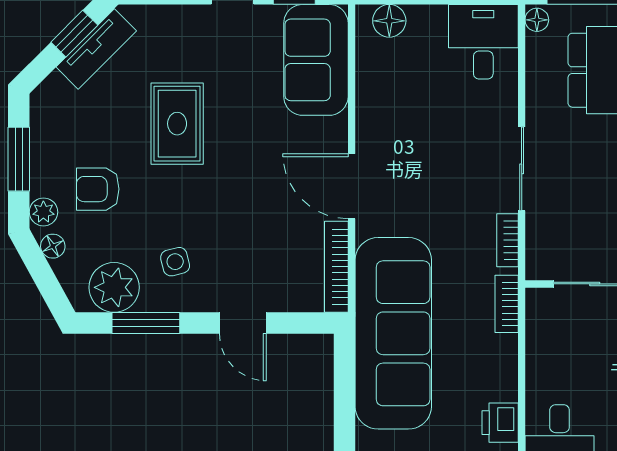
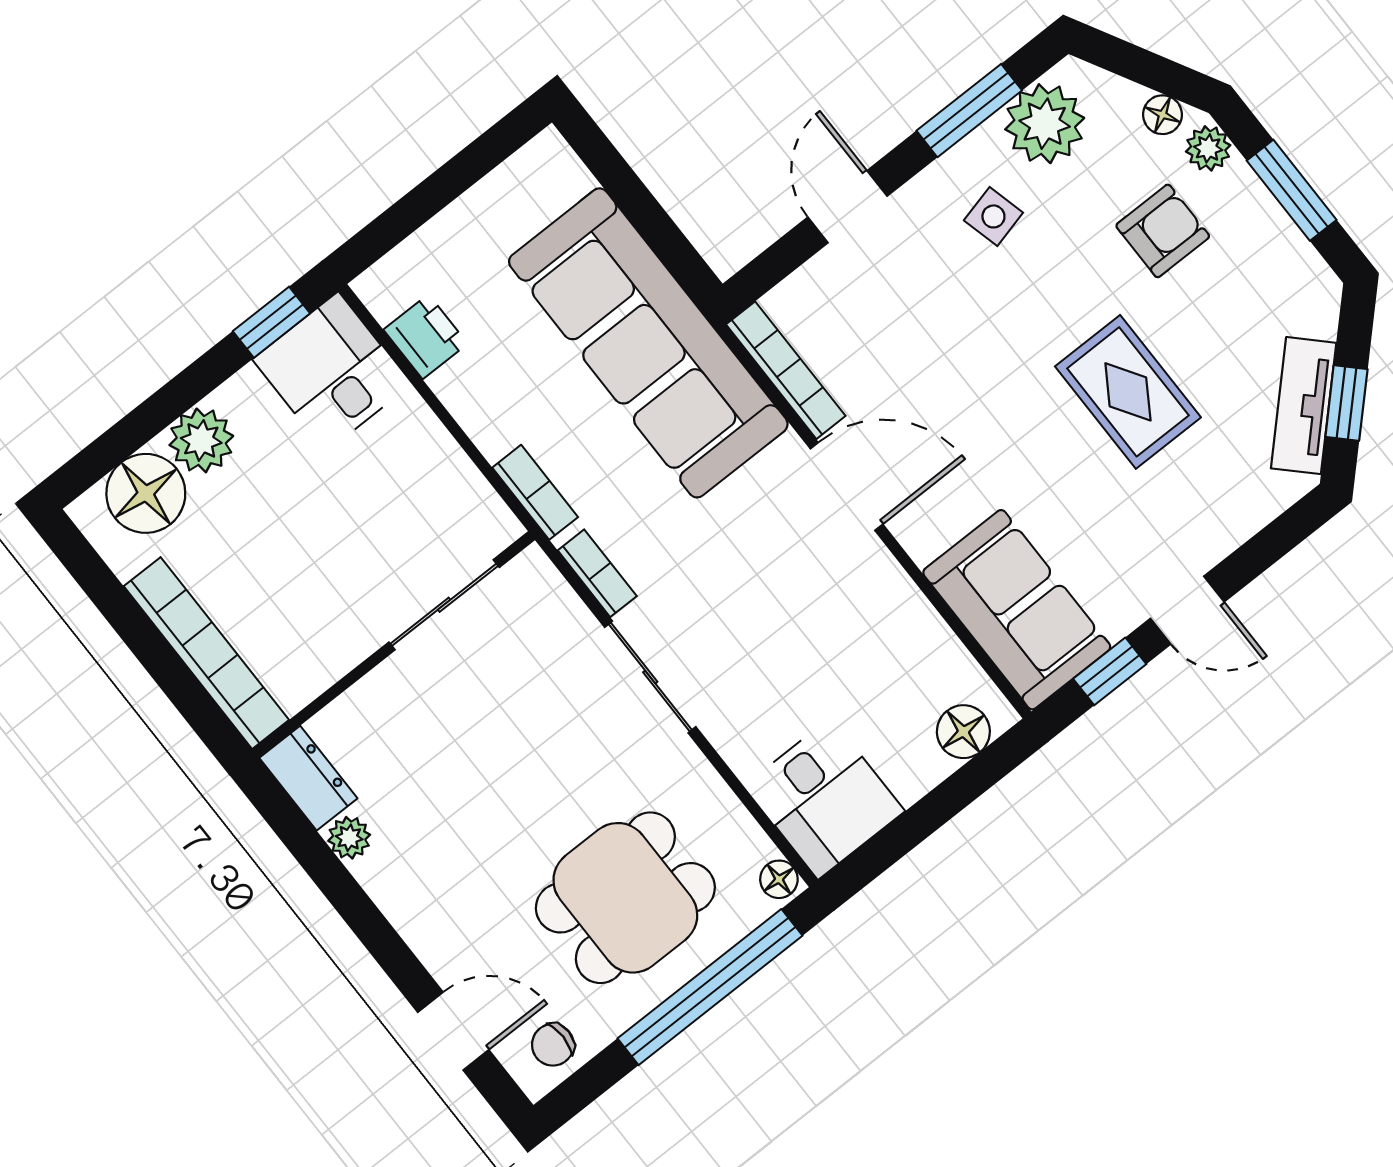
door: (243, 323) -> (848, 207), hinge flipped

